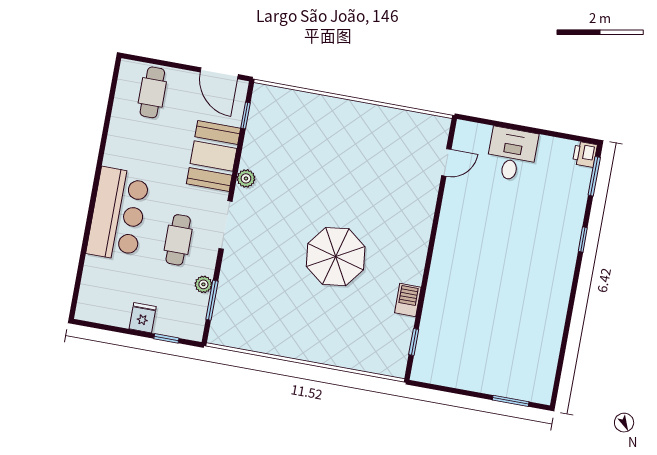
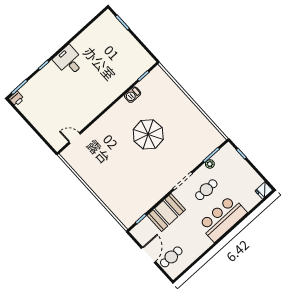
door: (219, 73) -> (148, 255), moved
desk: (512, 154) -> (69, 61), moved, turned 90
plant: (246, 178) -> (160, 193), removed
fridge: (143, 318) -> (264, 190), moved

